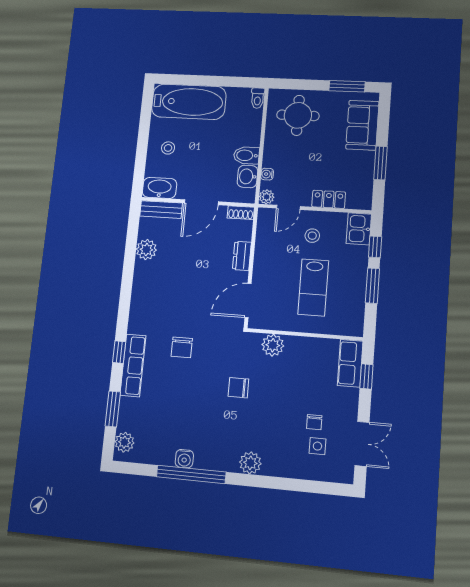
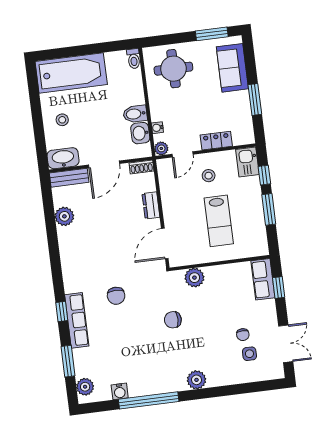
water cooler: (184, 459) -> (120, 391), moved

